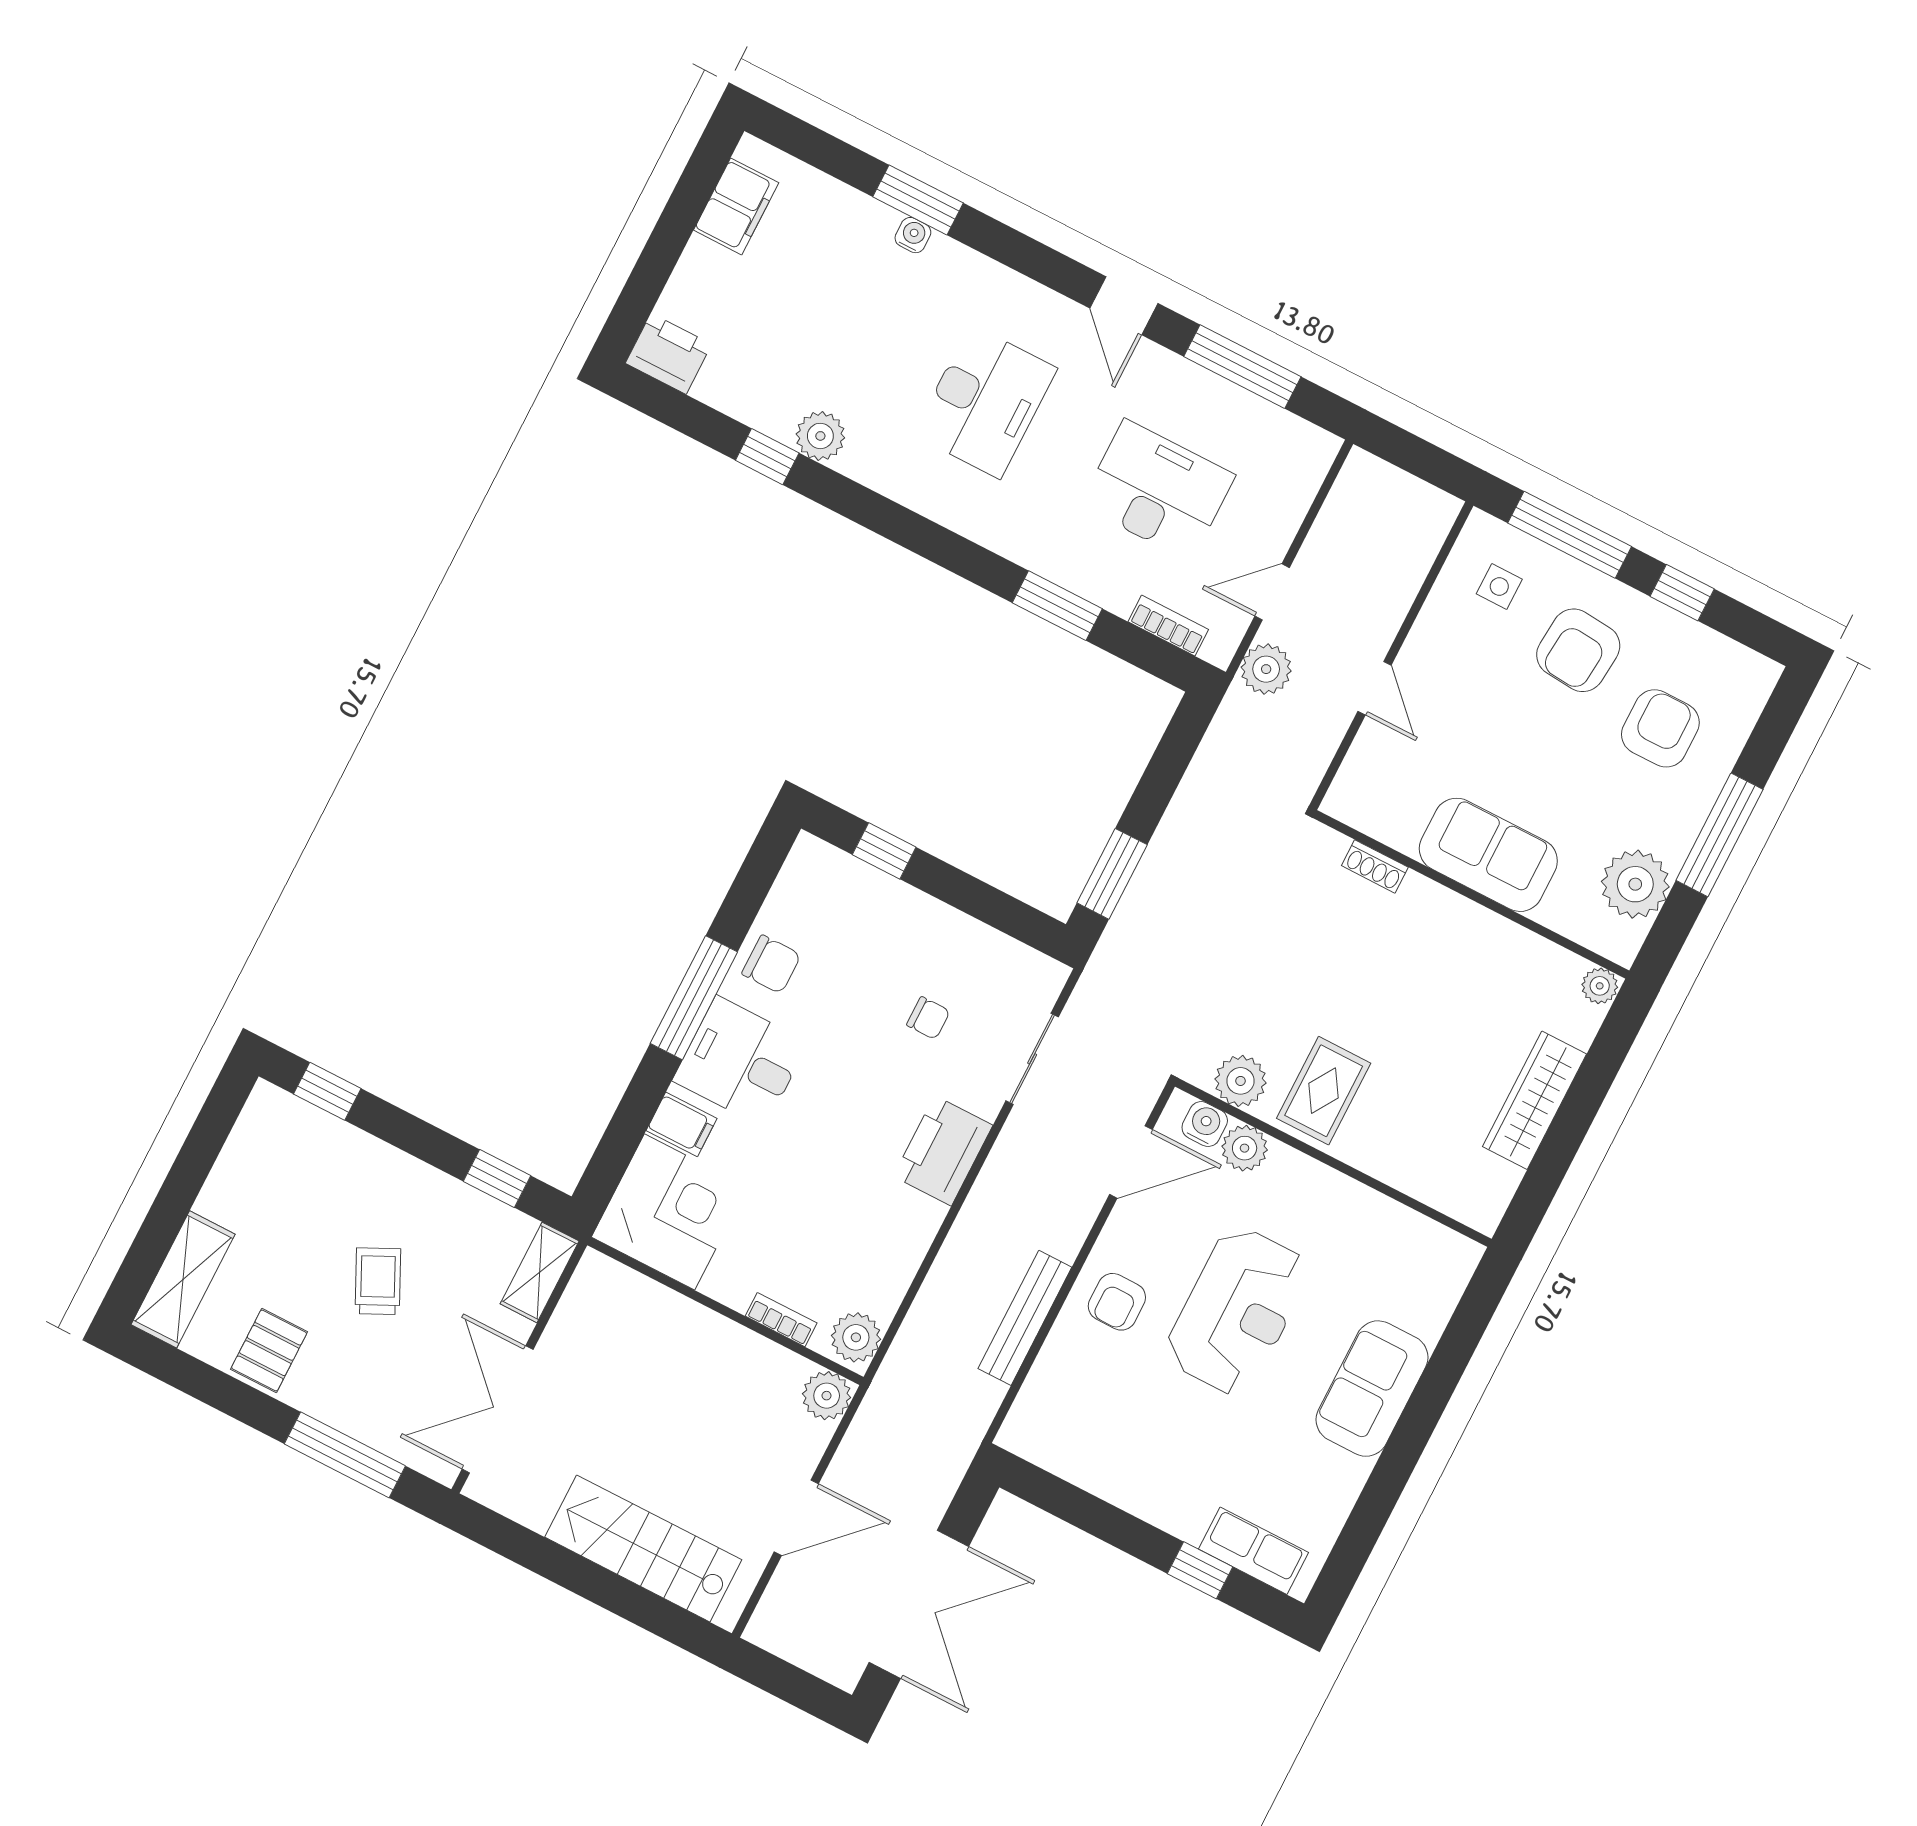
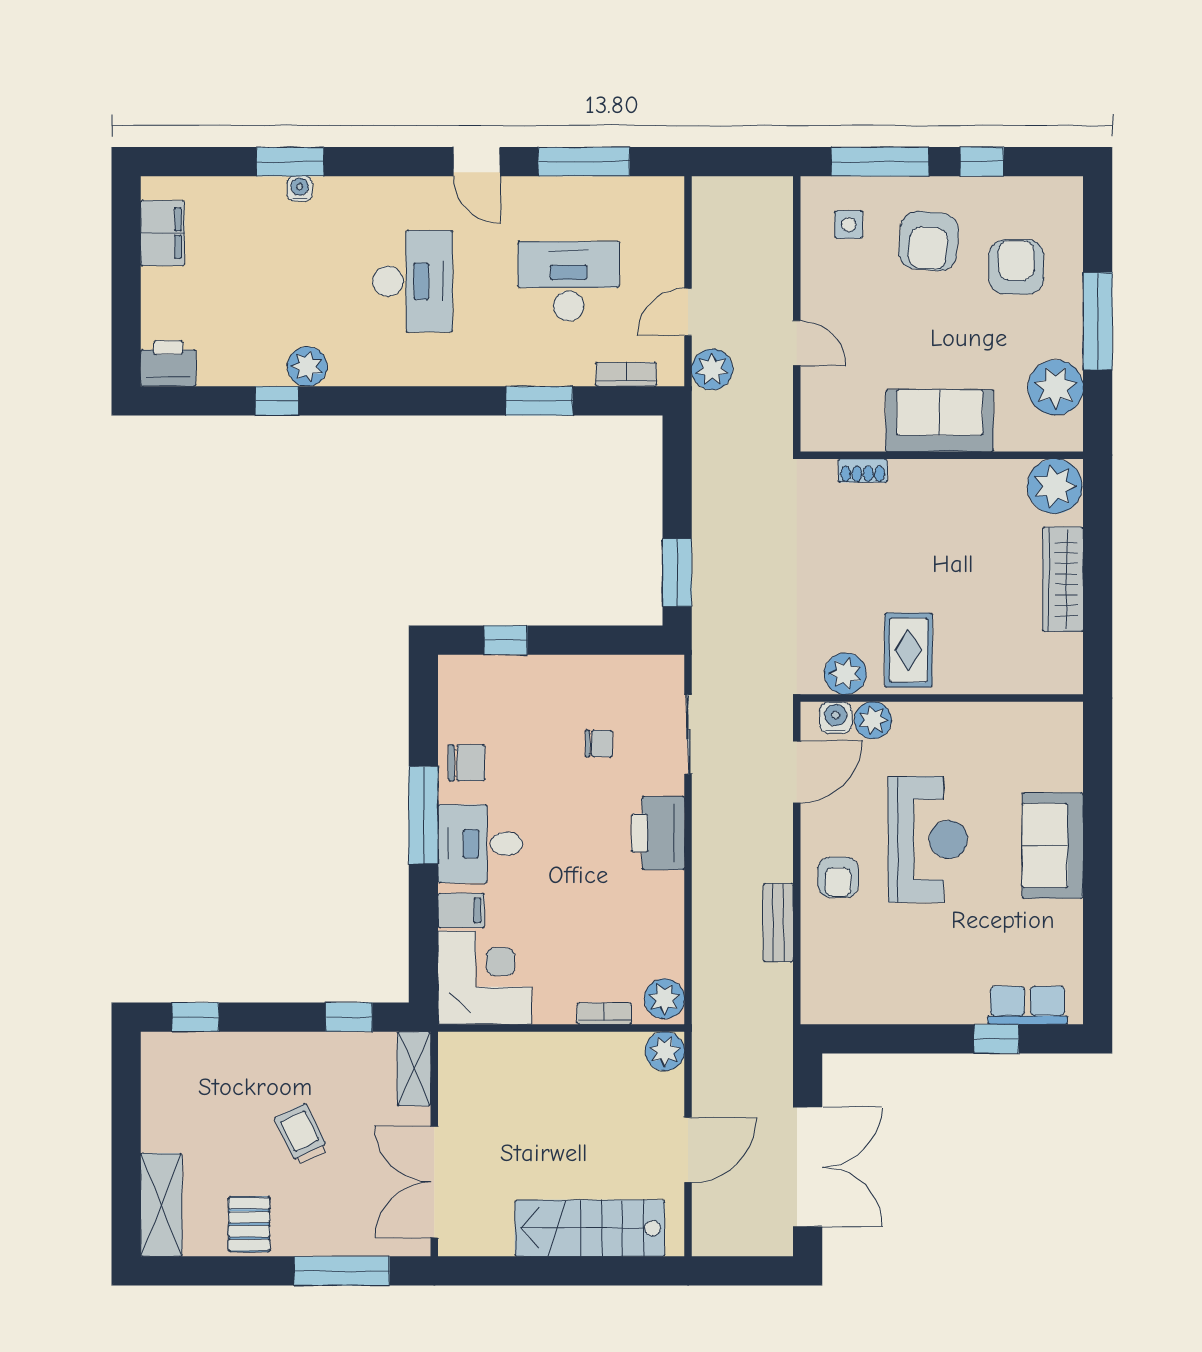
plant: (1600, 986) -> (1055, 486), width x1.88, depth x1.88
bench: (1025, 1318) -> (778, 923), width x0.73

